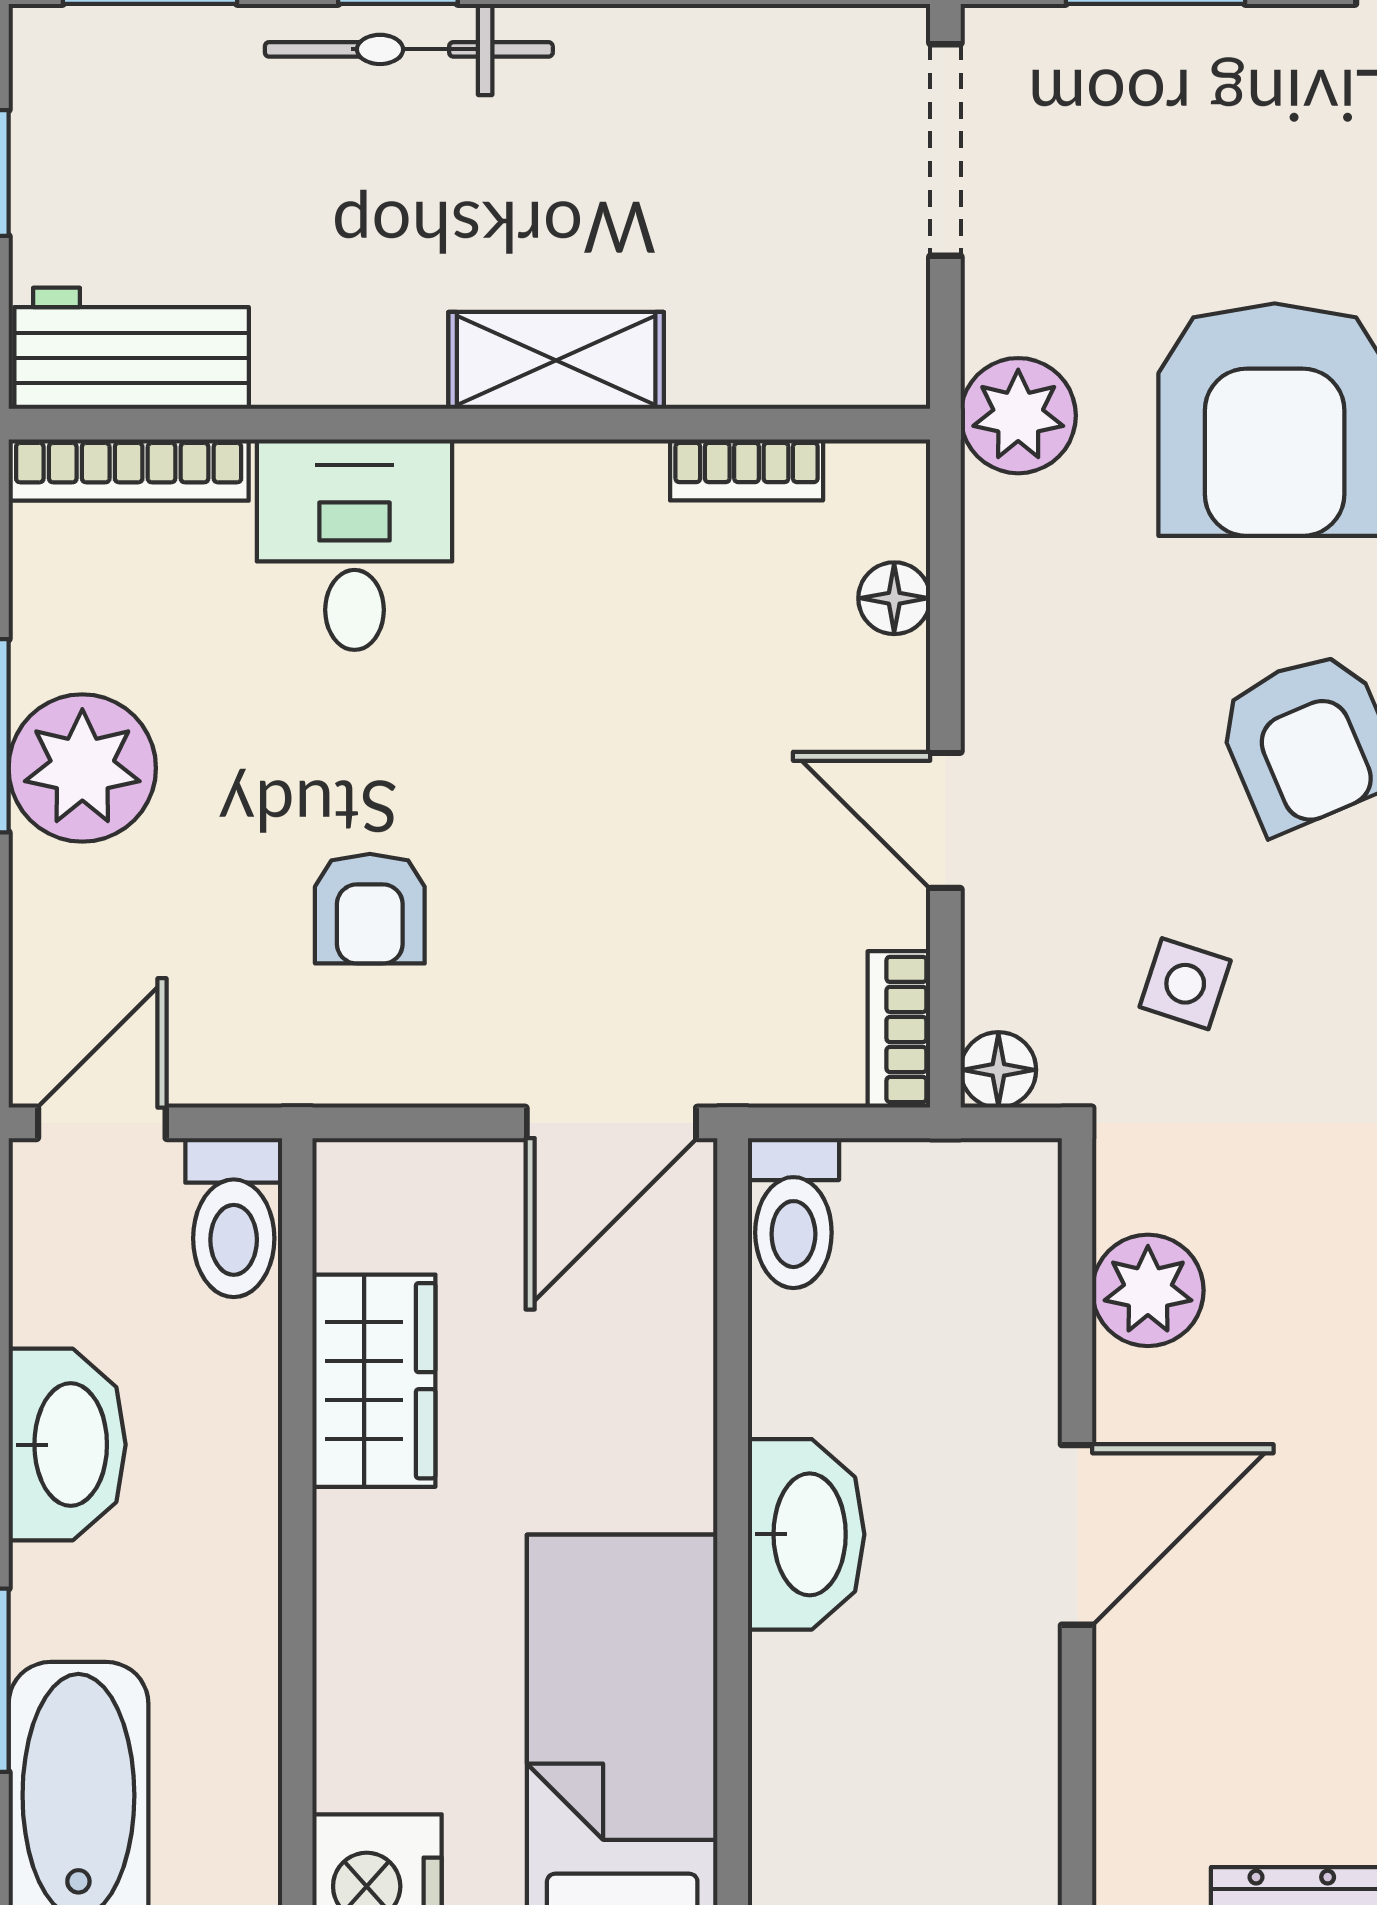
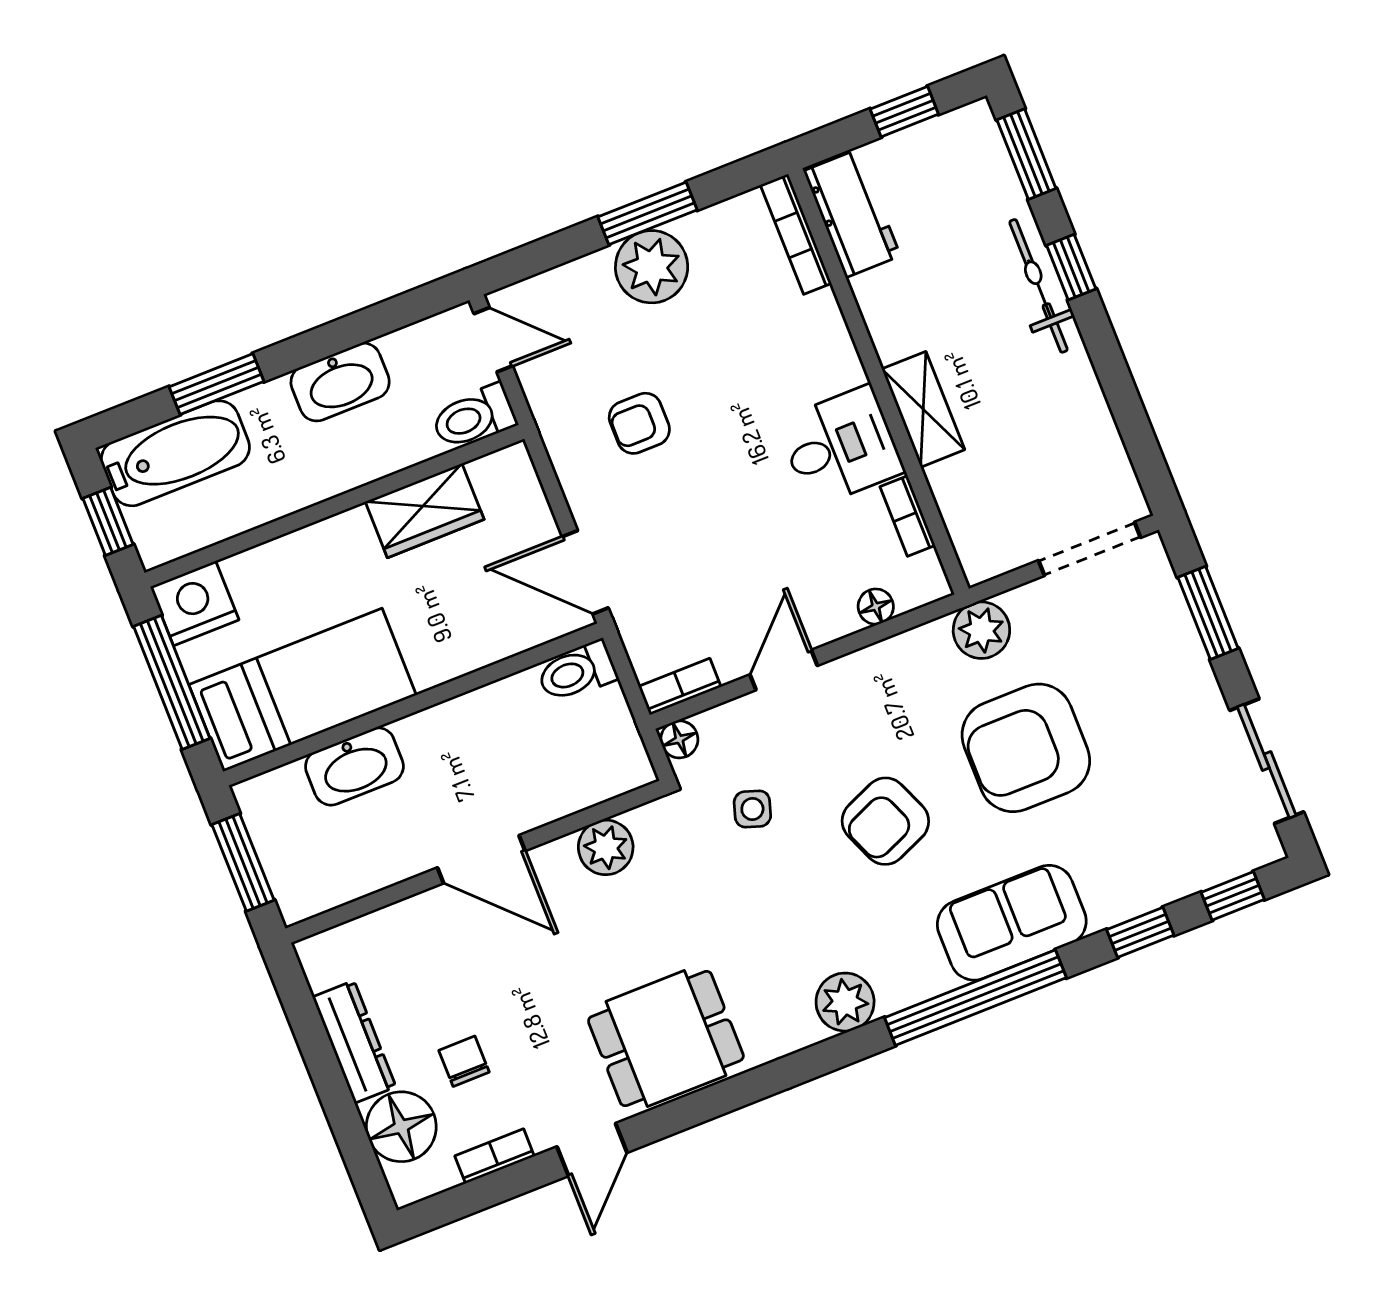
desk: (354, 545) -> (841, 446), moved
washbasin: (806, 1534) -> (354, 766), moved

